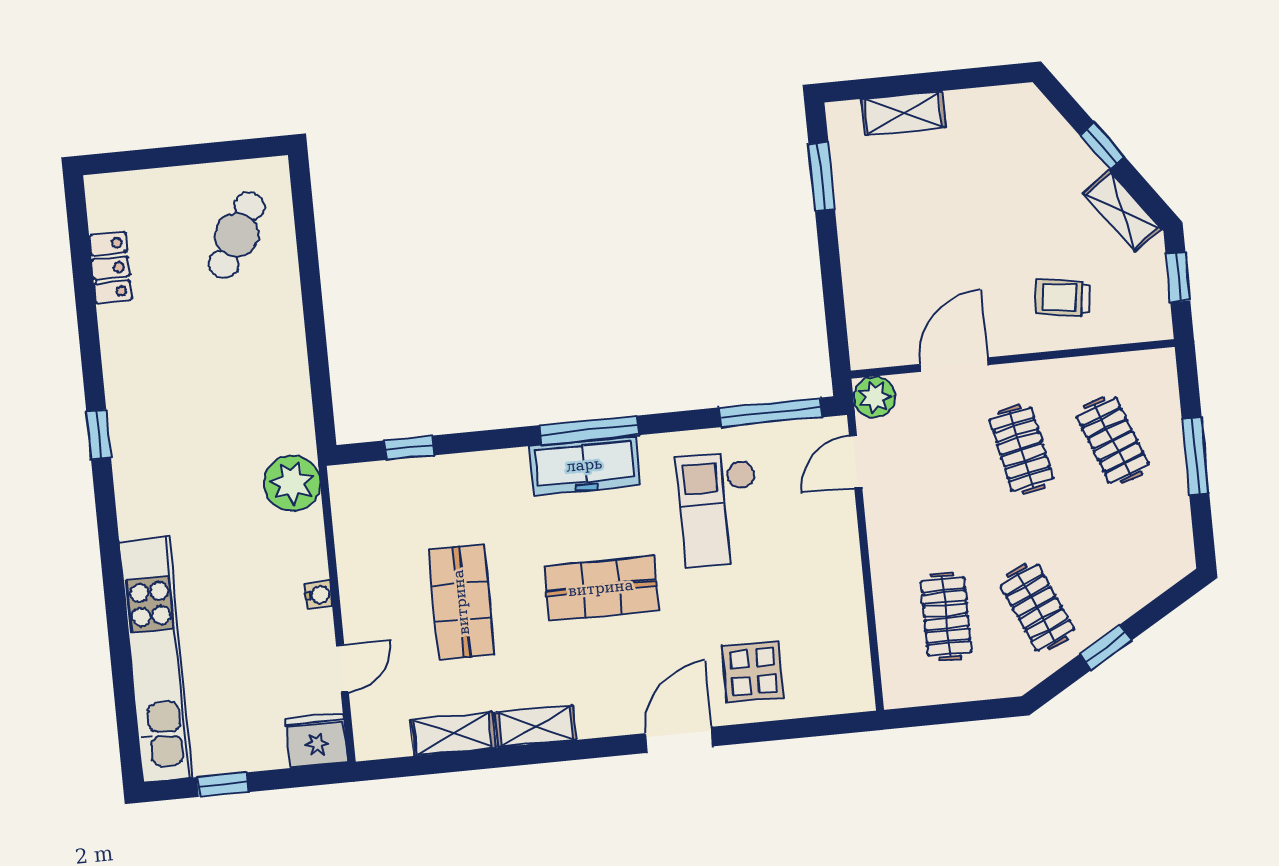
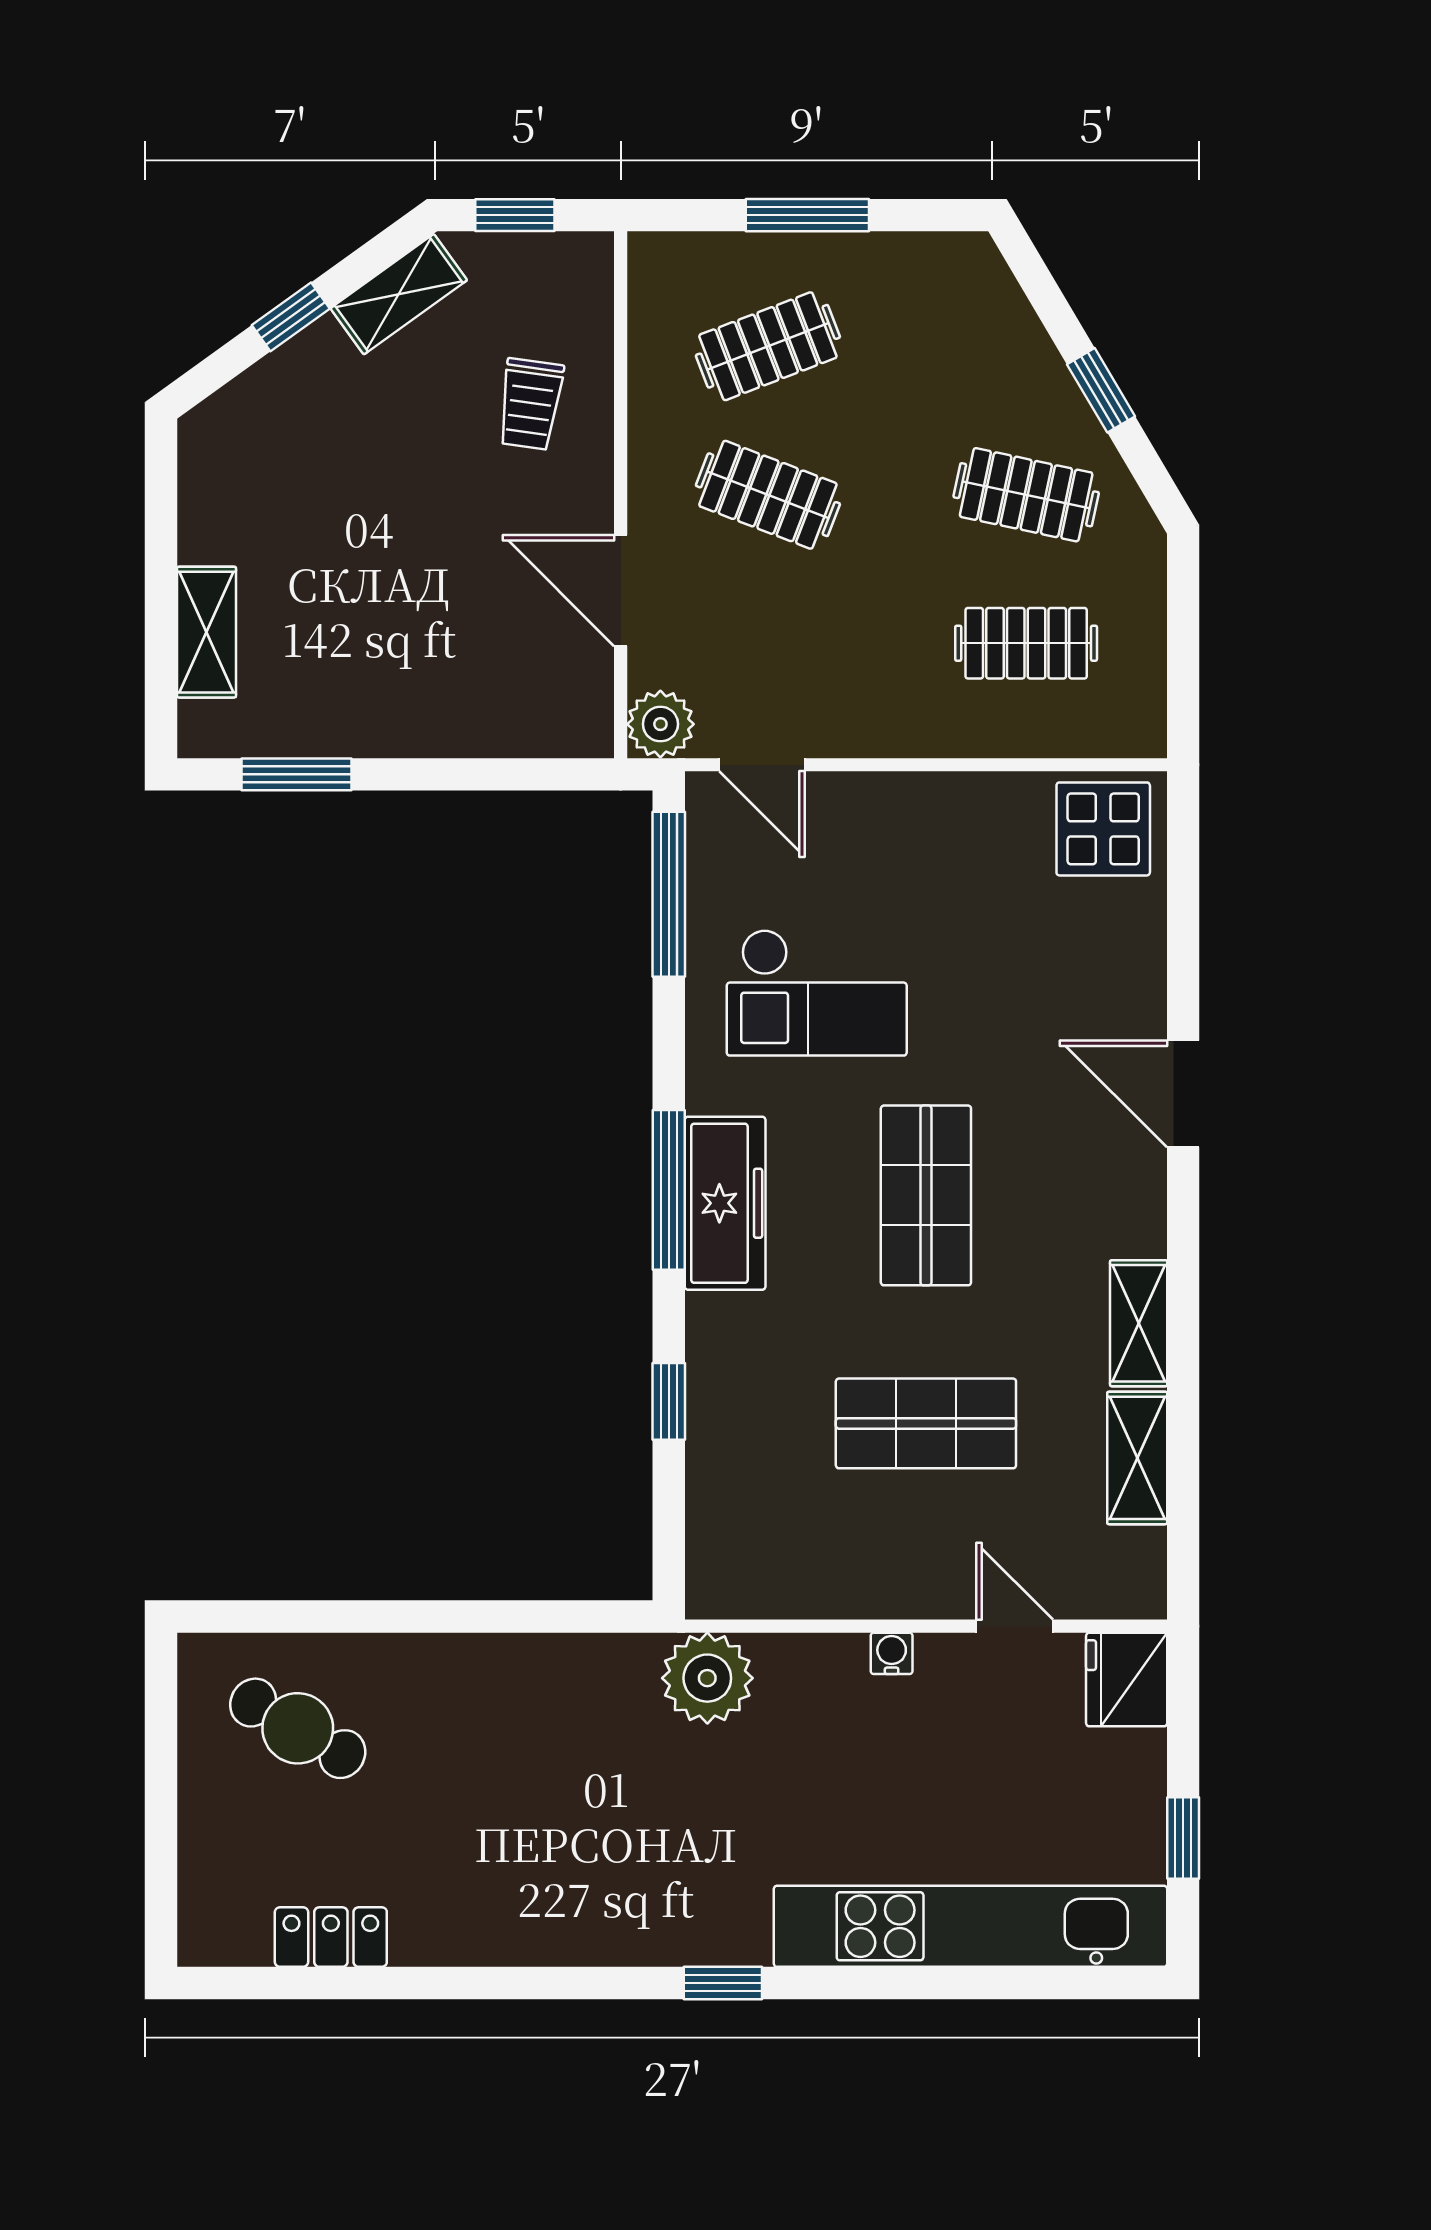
window: (99, 435) -> (723, 1983), moved
window: (409, 448) -> (669, 1401), moved
clothes rail: (1022, 449) -> (768, 495), turned 33
clothes rail: (1037, 608) -> (1026, 495), turned 36
display table: (753, 672) -> (1103, 829), moved

